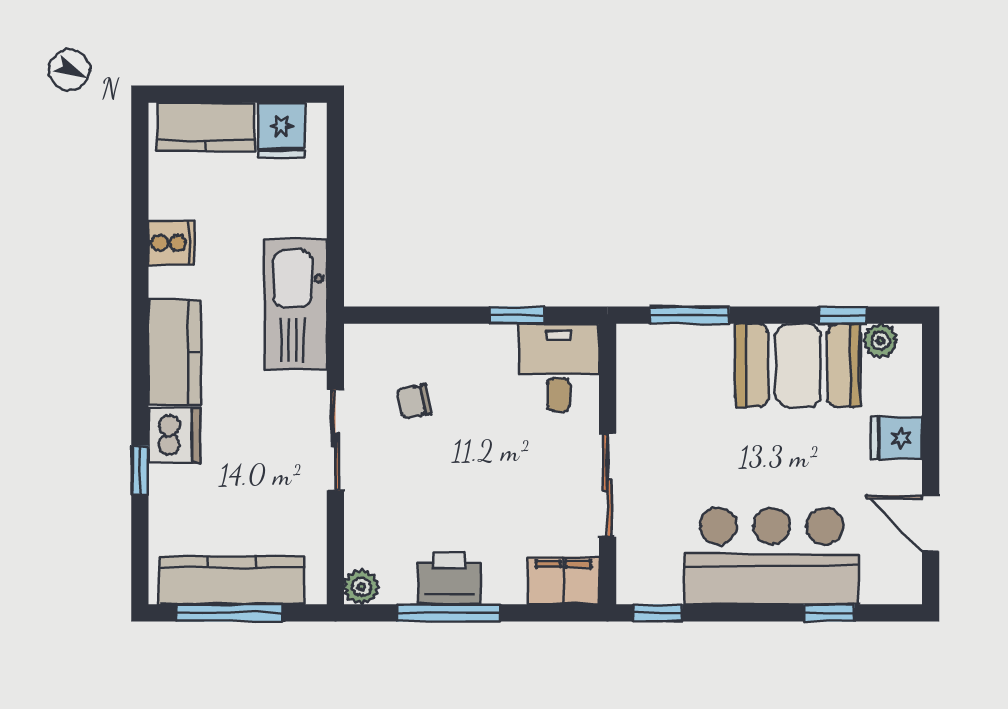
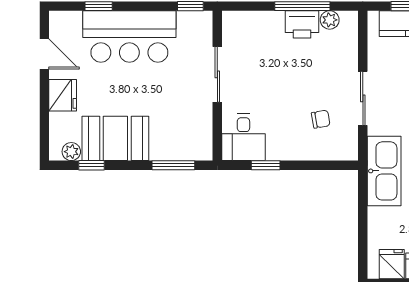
fridge: (897, 438) -> (63, 95), width x1.38
filing cabinet: (563, 581) -> (241, 23), removed
plant: (361, 587) -> (330, 20), moved

